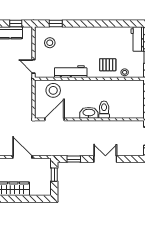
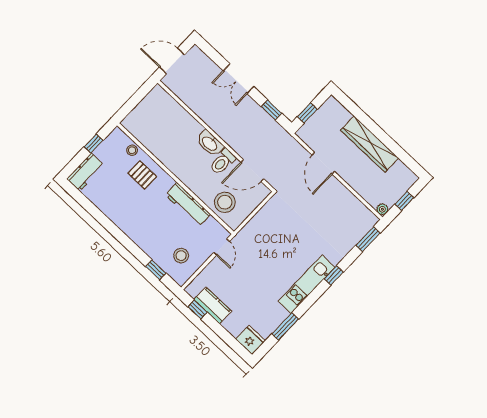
toilet: (104, 110) -> (223, 162), moved

